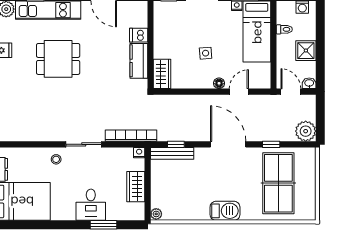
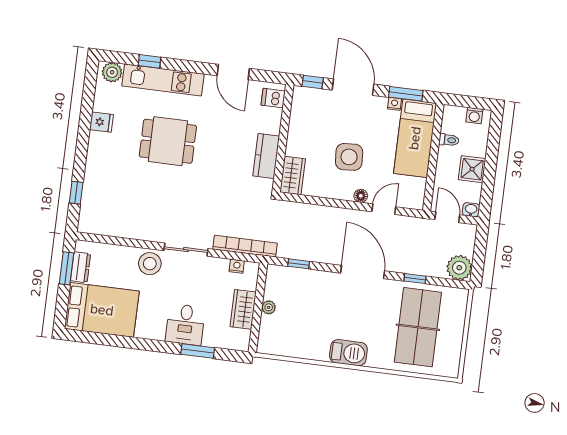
dishwasher: (139, 35) -> (273, 98), moved
side table: (206, 53) -> (349, 157), width x1.87, depth x1.87
nightstand: (139, 153) -> (237, 266), moved
bench: (172, 153) -> (293, 274), removed
stool: (56, 159) -> (150, 264), width x1.89, depth x1.89
plant: (156, 214) -> (269, 307), moved

